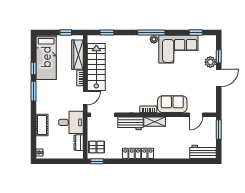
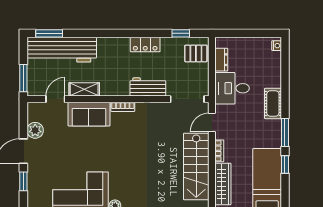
plant: (210, 62) -> (35, 130), moved
shelving: (155, 122) -> (84, 89), moved
cot: (42, 125) -> (273, 103), moved
workbench: (203, 152) -> (62, 50), width x1.88, depth x1.32
locker: (138, 153) -> (145, 44), width x0.66
window: (97, 161) -> (181, 33), moved
window: (200, 161) -> (49, 33), added

